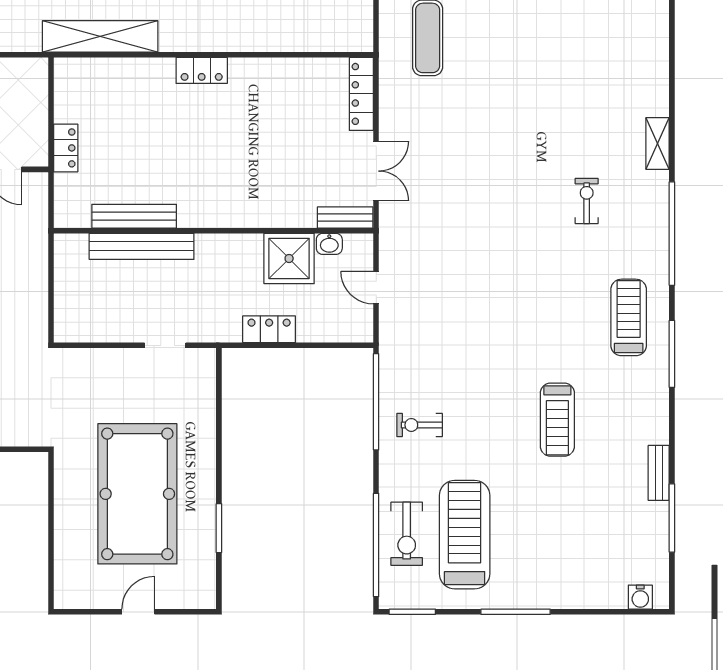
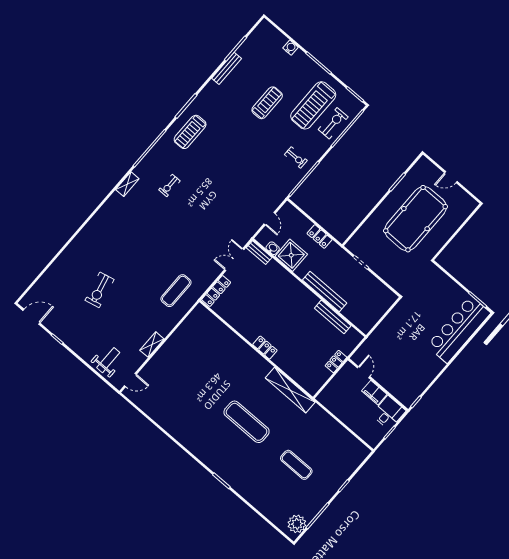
bench: (142, 246) -> (325, 292), moved
treadmill: (557, 420) -> (267, 103), moved
bench: (659, 473) -> (227, 68), width x1.36
water cooler: (640, 597) -> (290, 48), moved

